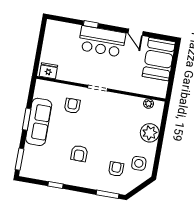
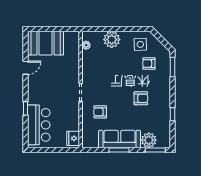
bar counter: (102, 41) -> (39, 125), moved
plant: (32, 154) -> (149, 140), added

